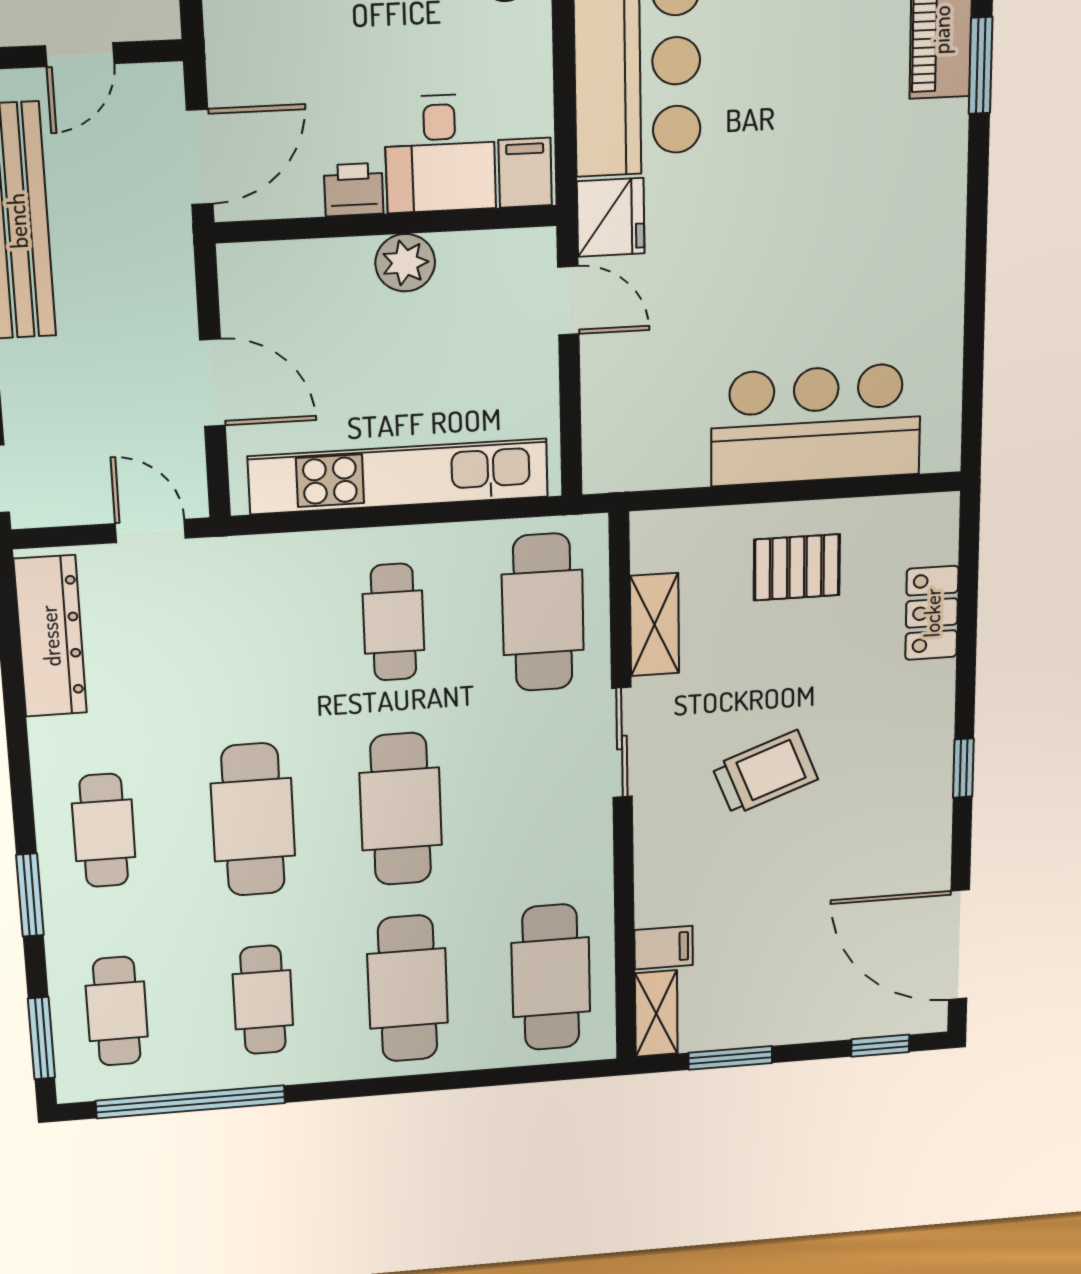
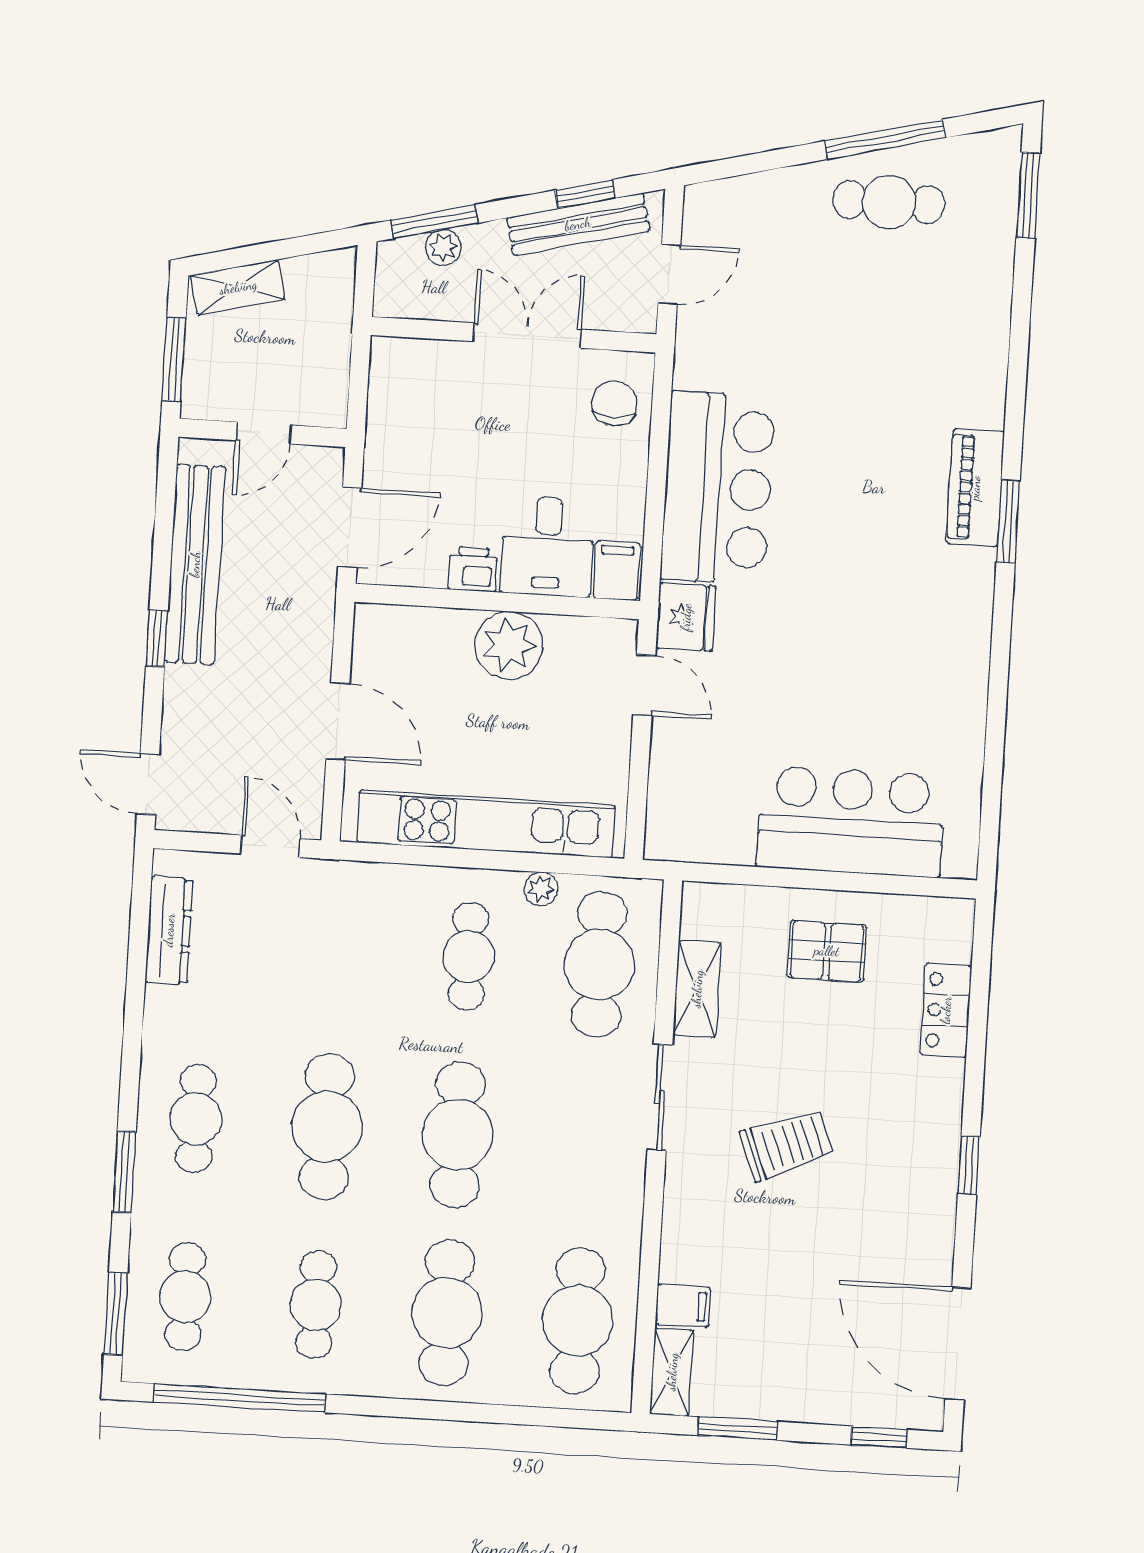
plant: (405, 263) -> (509, 645), width x1.36, depth x1.36
plant: (469, 540) -> (541, 889), added
dresser: (50, 636) -> (169, 930), width x0.73, depth x0.80

